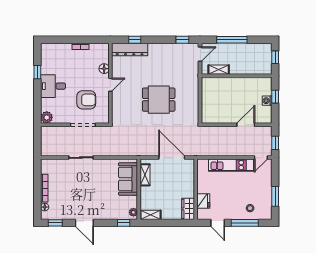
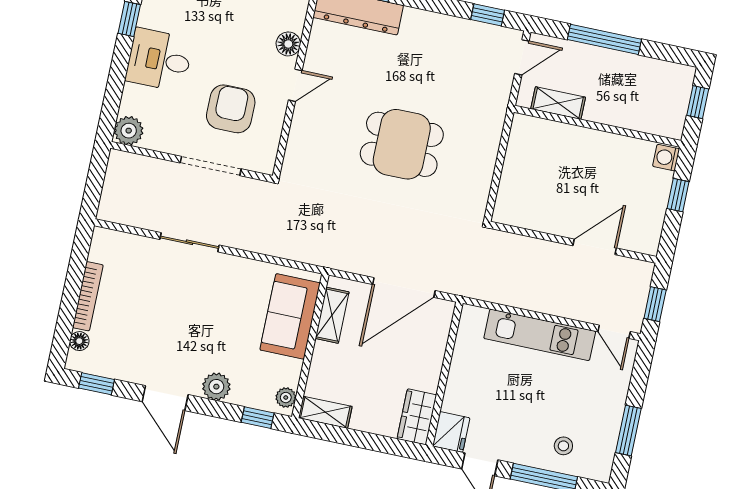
armchair: (86, 100) -> (231, 109), turned -90
washing machine: (267, 101) -> (666, 158), moved
door: (172, 158) -> (404, 287), swing flipped
door: (261, 158) -> (614, 332), hinge flipped
fridge: (203, 201) -> (451, 432), moved
plant: (104, 214) -> (216, 387), added

